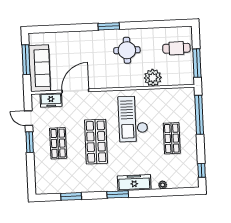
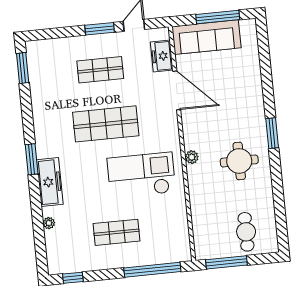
plant: (153, 78) -> (192, 157), moved, width x0.53, depth x0.53
window: (71, 196) -> (23, 68), moved

